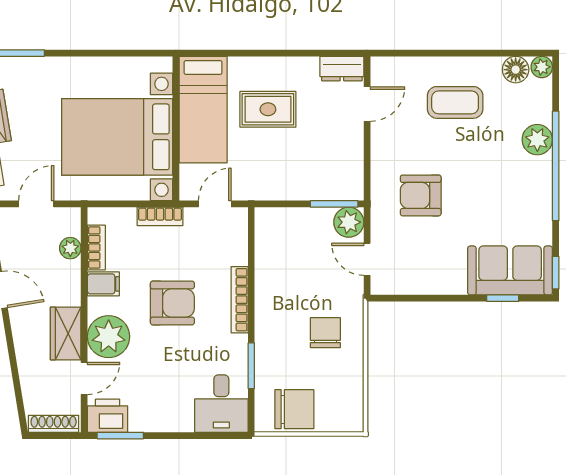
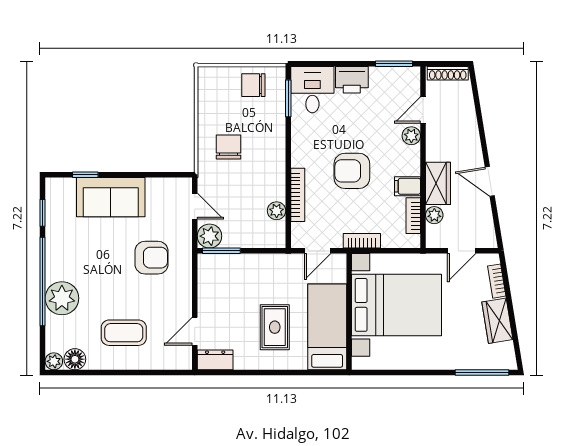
rug: (268, 109) -> (275, 327), turned 90
plant: (537, 140) -> (62, 298), width x1.36, depth x1.36
plant: (266, 253) -> (277, 211), added
sofa: (510, 270) -> (111, 197), moved
window: (556, 273) -> (43, 213), moved
bookcase: (240, 300) -> (298, 195), moved
wardrobe: (66, 333) -> (438, 183), moved
chair: (325, 333) -> (228, 147), turned 180
plant: (109, 337) -> (411, 136), width x0.53, depth x0.53
window: (251, 366) -> (288, 98), moved
chair: (294, 409) -> (253, 85), width x0.73, depth x0.73
printer: (108, 416) -> (352, 80), moved

